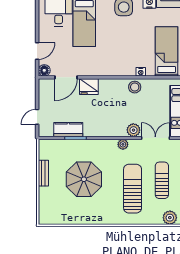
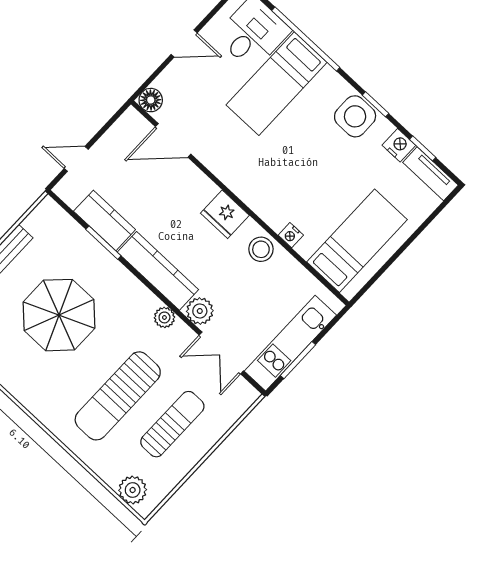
door: (37, 51) -> (184, 44), moved
fridge: (89, 87) -> (225, 214), moved
kitchen counter: (105, 130) -> (158, 271), added
double door: (155, 138) -> (221, 353), swing flipped
sun lounger: (133, 189) -> (118, 396), turned 180

